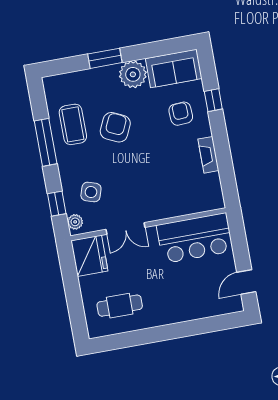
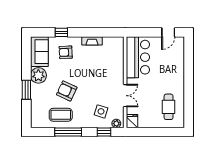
fridge: (89, 256) -> (132, 121), width x0.53, depth x0.75
door: (246, 282) -> (168, 32), hinge flipped

